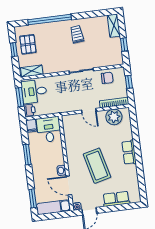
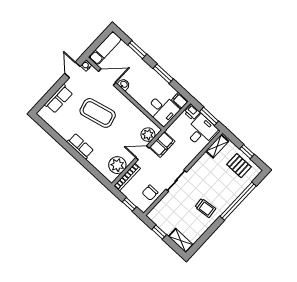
filing cabinet: (70, 105) -> (162, 145), added
plant: (74, 120) -> (148, 135), added
window: (33, 198) -> (137, 50), moved

